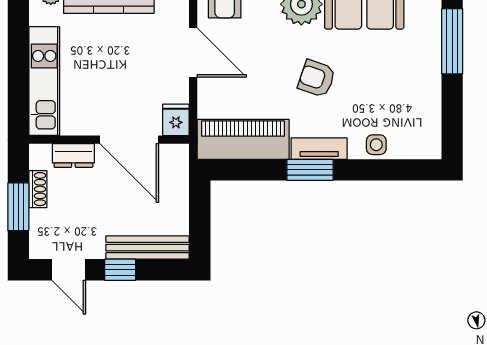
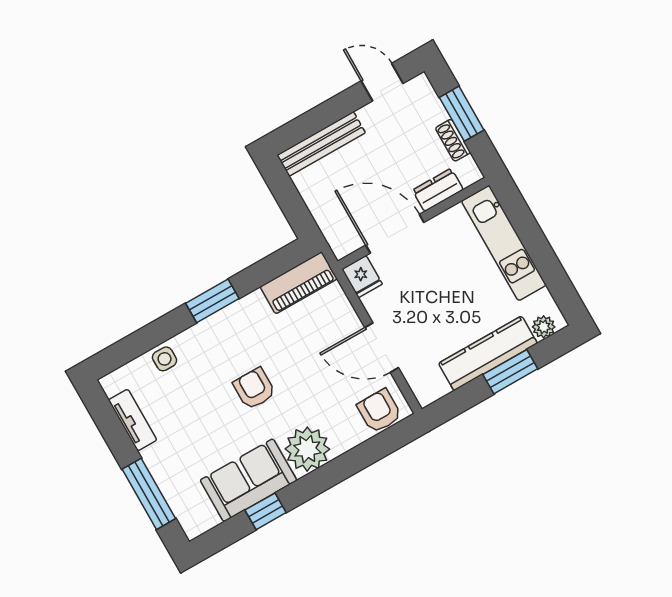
armchair: (317, 78) -> (254, 389), turned -109
piano: (243, 139) -> (299, 283), width x0.73, depth x0.75
tv unit: (319, 149) -> (133, 420), moved, turned -90
window: (120, 270) -> (335, 109), removed

